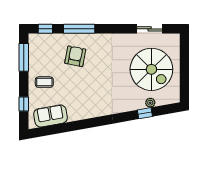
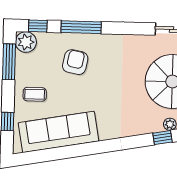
plant: (36, 42) -> (26, 42), added
sofa: (50, 116) -> (58, 132), width x1.85, depth x1.27

